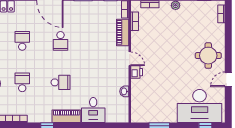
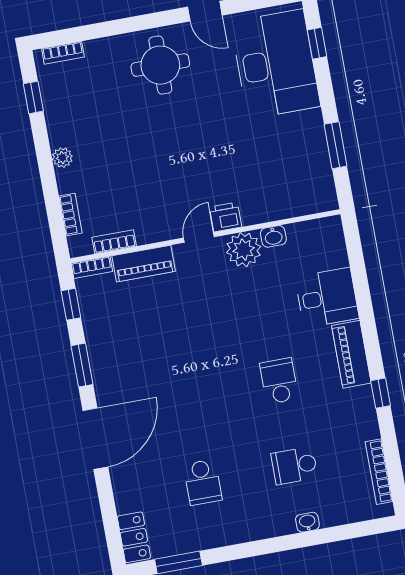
school desk: (22, 41) -> (203, 482), turned -90
school desk: (60, 41) -> (187, 398), removed
plant: (121, 77) -> (244, 250), added

